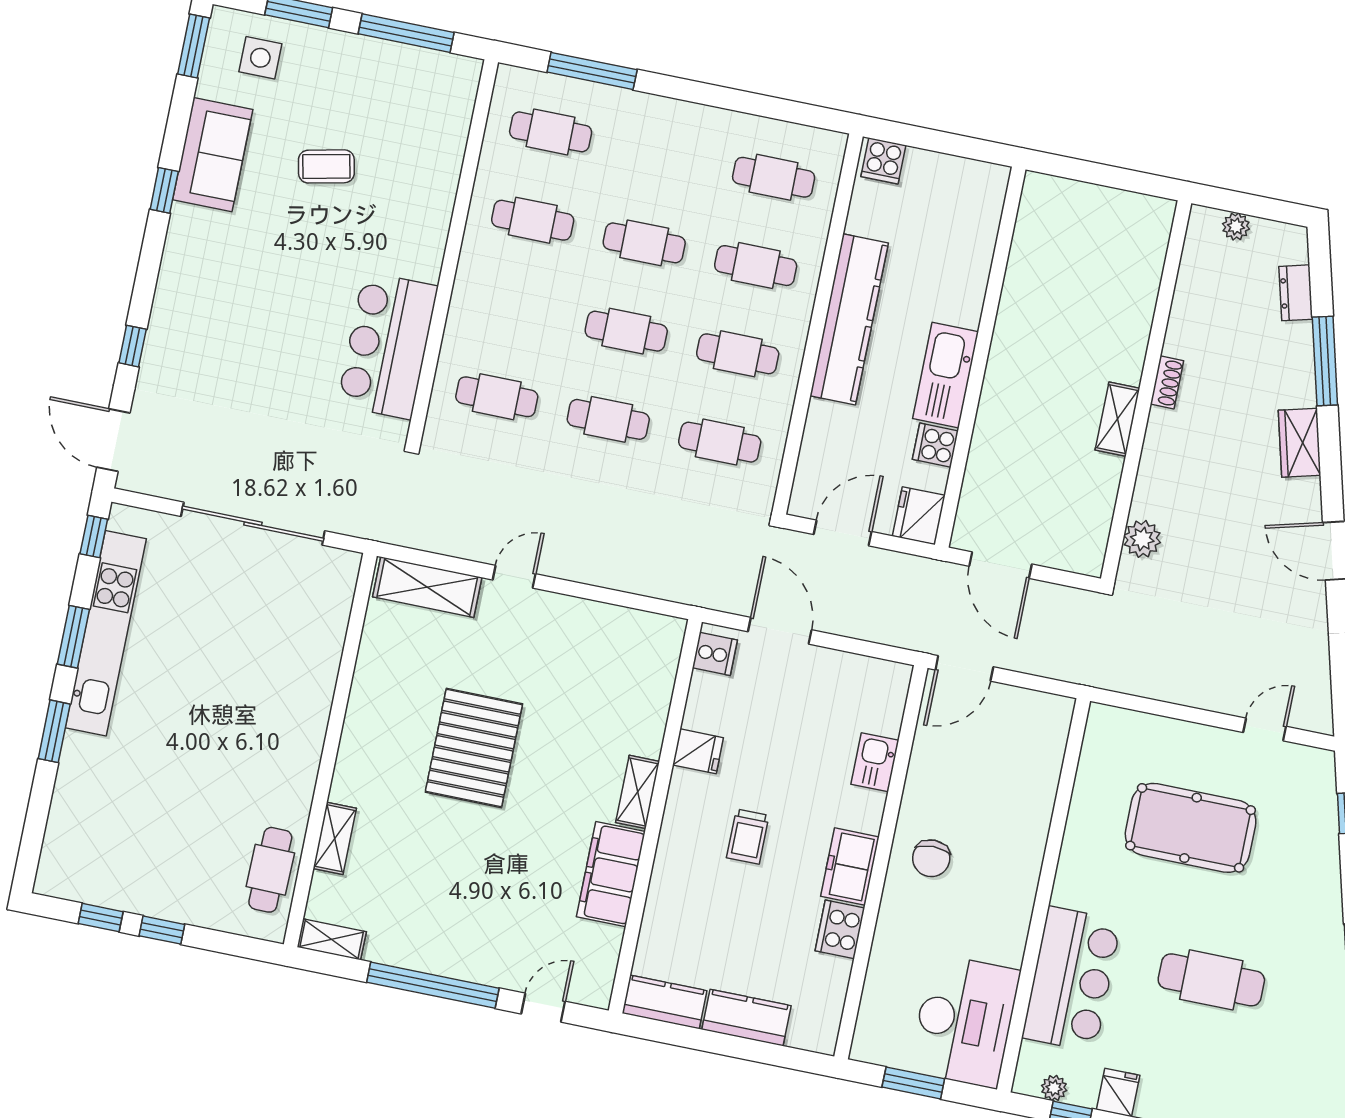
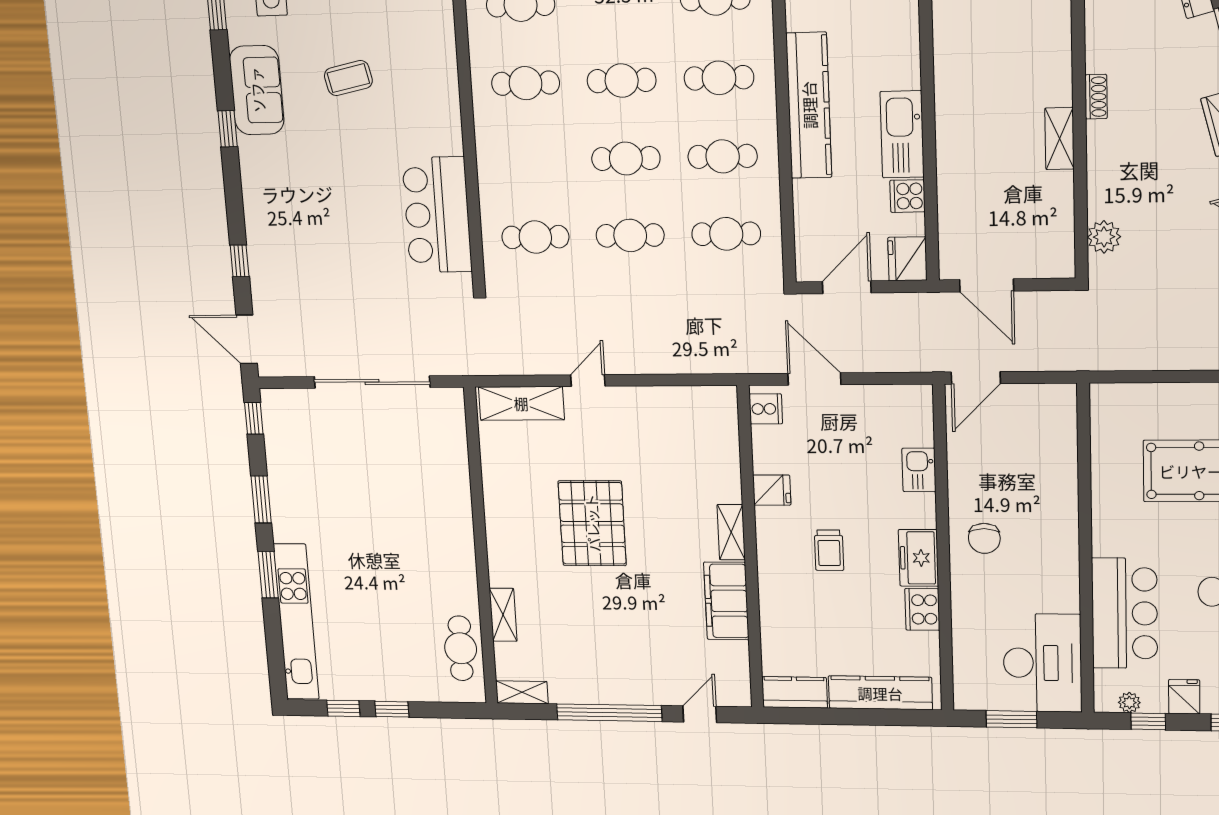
kitchen unit: (106, 633) -> (296, 622), moved
kitchen counter: (746, 1018) -> (880, 693), width x1.50

